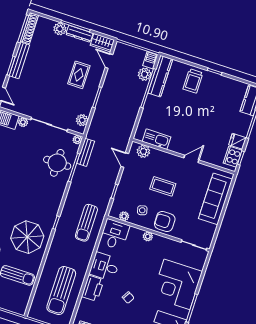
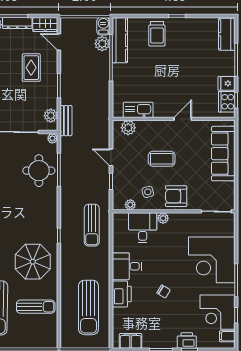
bench: (86, 152) -> (66, 121), moved
door: (125, 160) -> (111, 157), moved
desk: (114, 234) -> (143, 228), moved

